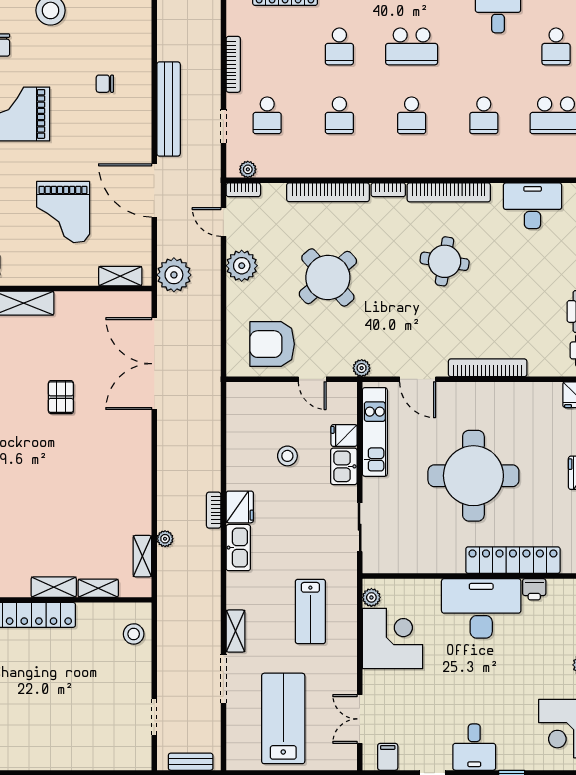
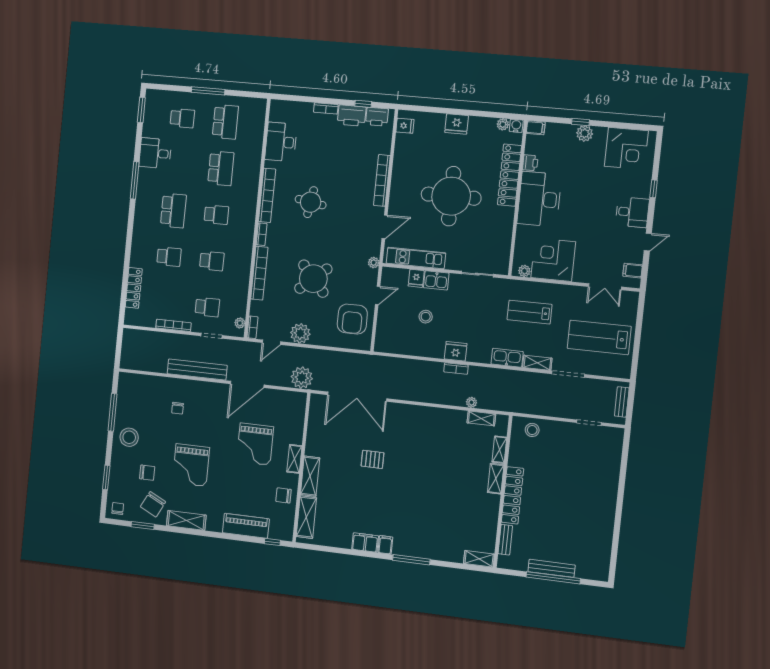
school desk: (484, 115) -> (221, 168), width x1.85
grand piano: (63, 212) -> (255, 444), turned 90
shelving: (120, 276) -> (294, 459), moved
kitchen sink: (238, 548) -> (507, 358), moved
lab bench: (310, 611) -> (530, 312), turned 180

